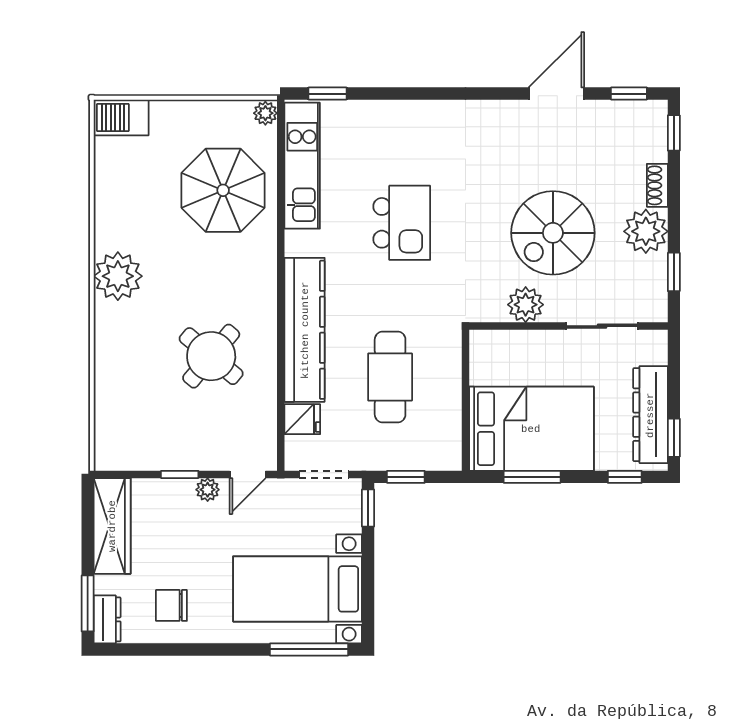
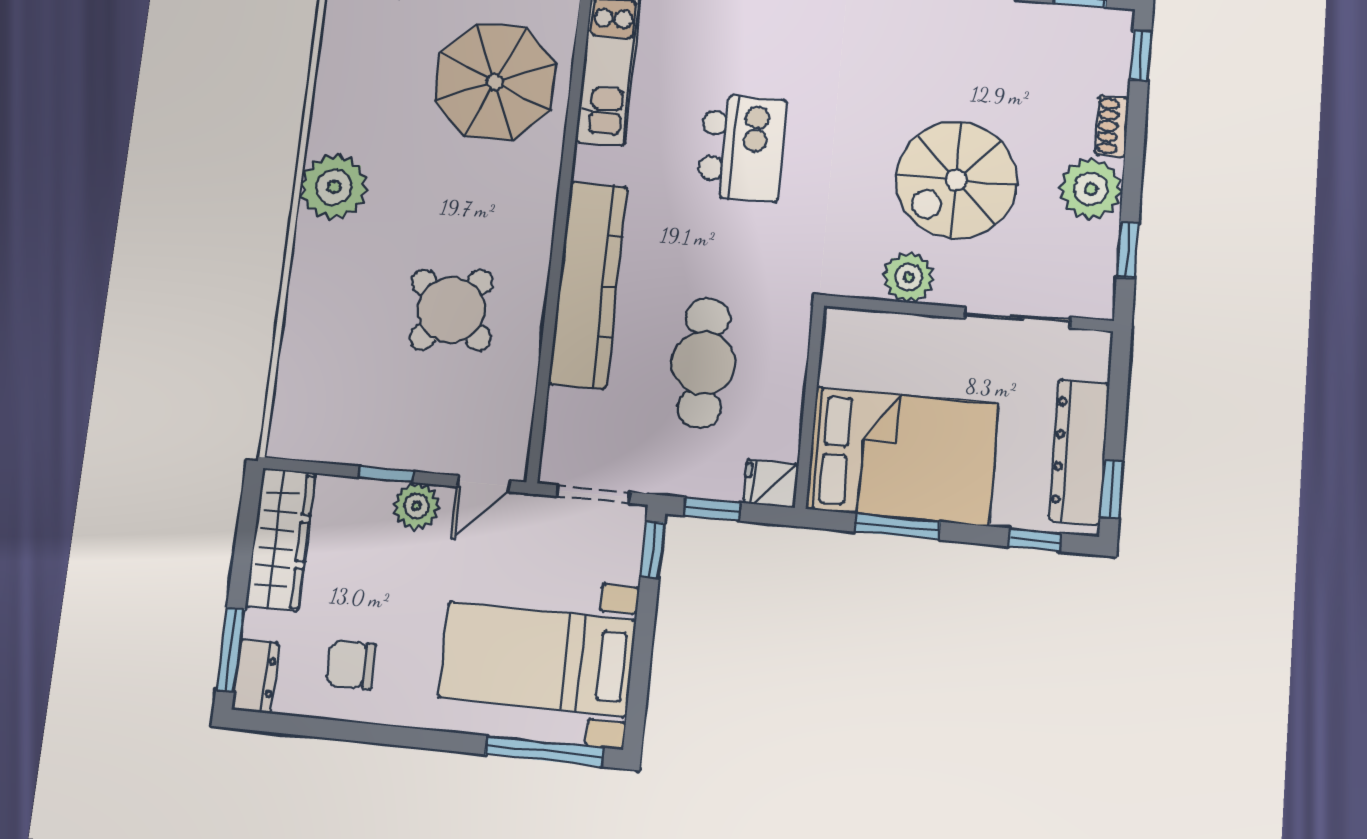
fridge: (302, 419) -> (771, 484), moved, turned 180
plant: (208, 490) -> (416, 506), width x1.38, depth x1.38

